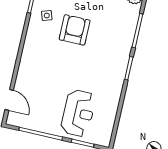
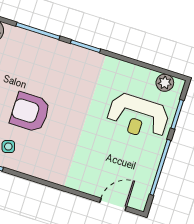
reception desk: (78, 113) -> (138, 117), turned 180
plant: (106, 132) -> (165, 83), added

